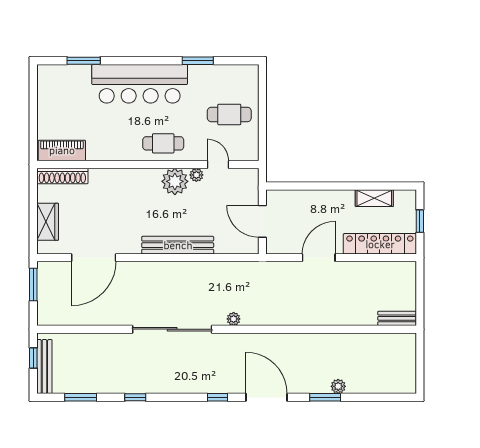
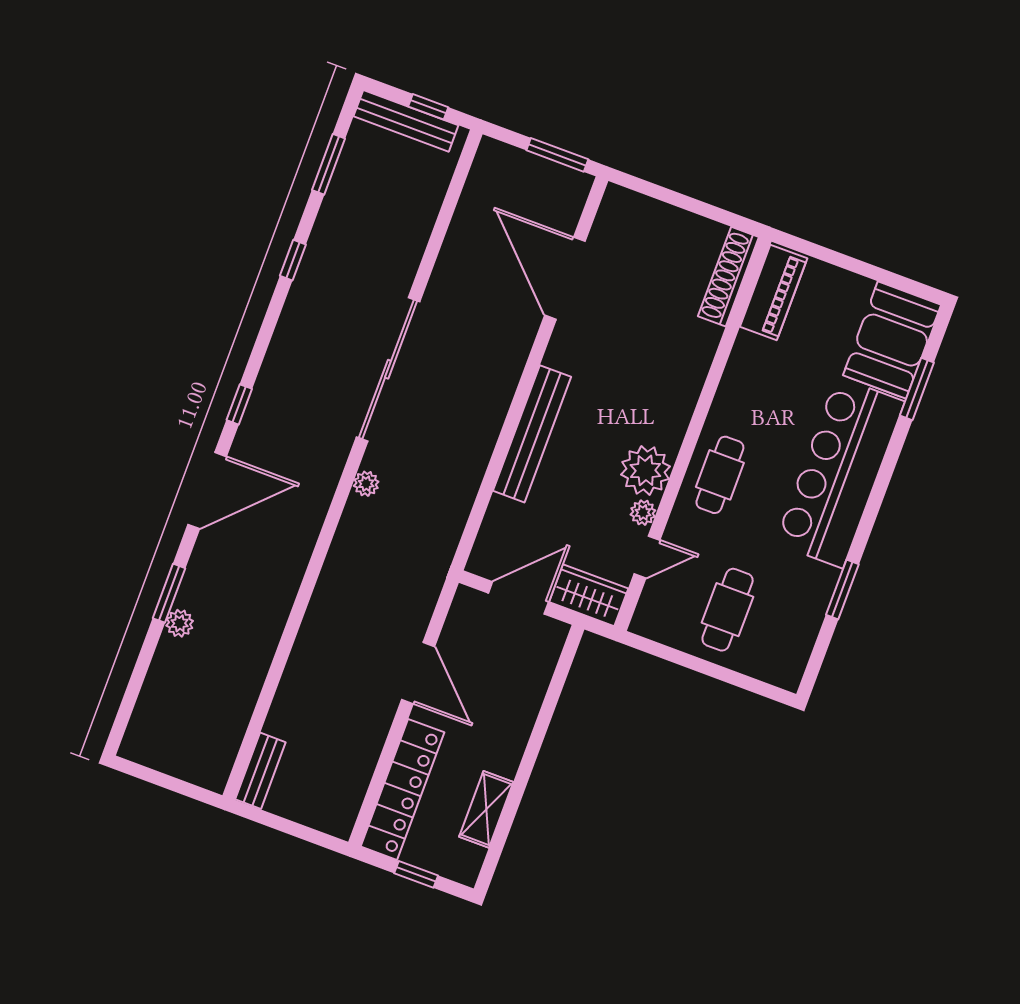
booth: (64, 82) -> (892, 340), added
wardrobe: (48, 222) -> (589, 595), moved, turned 180

